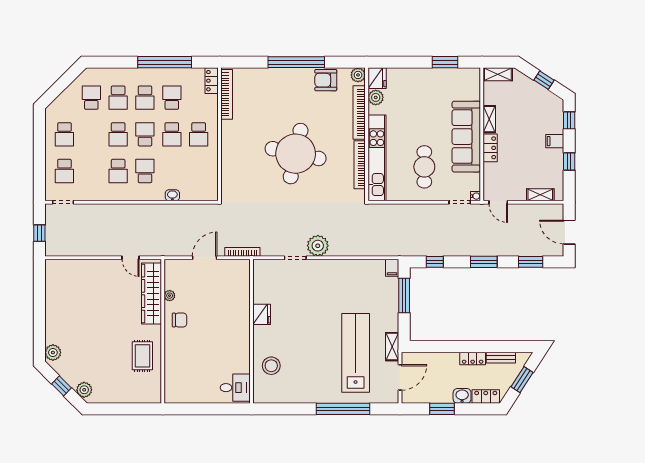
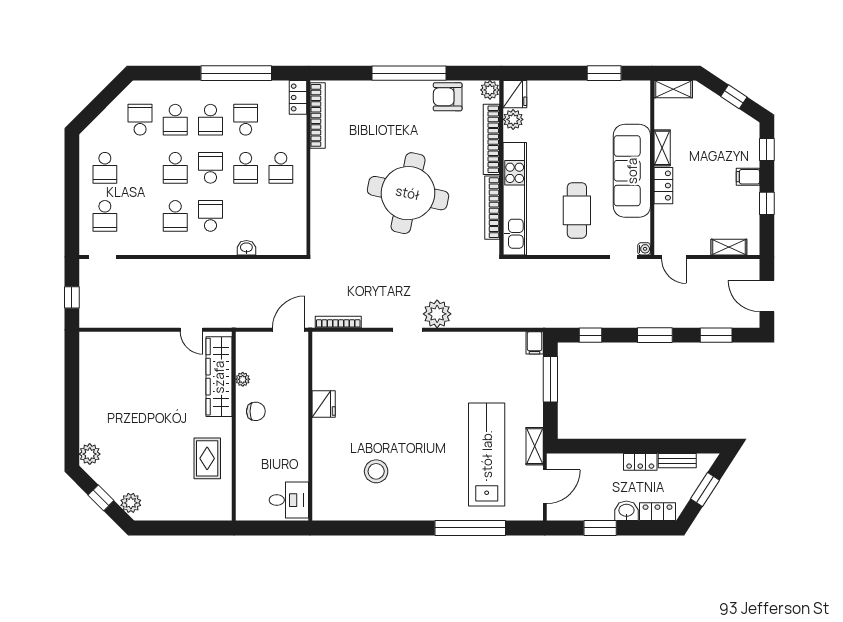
fridge: (262, 314) -> (324, 404), moved
wall: (252, 331) -> (310, 426), moved
desk: (235, 388) -> (289, 500), moved

